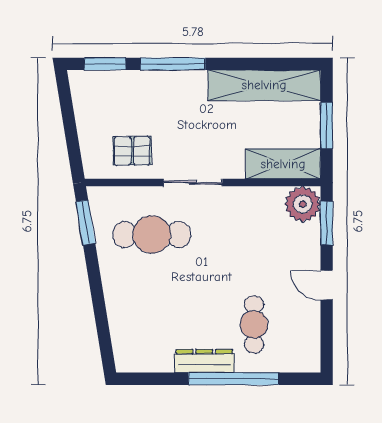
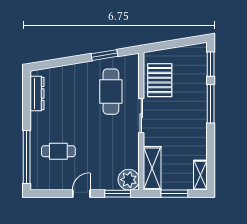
shelving: (264, 85) -> (200, 175), width x0.45, depth x0.75
pallet: (132, 151) -> (160, 80), width x1.50, depth x1.42
window: (86, 222) -> (104, 55), moved
dresser: (204, 361) -> (37, 93), moved
window: (234, 379) -> (27, 157), moved

